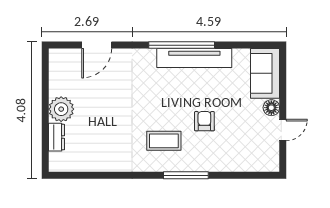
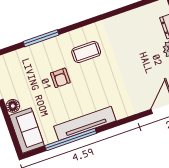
window: (182, 45) -> (71, 140), moved
window: (186, 175) -> (41, 38), moved

